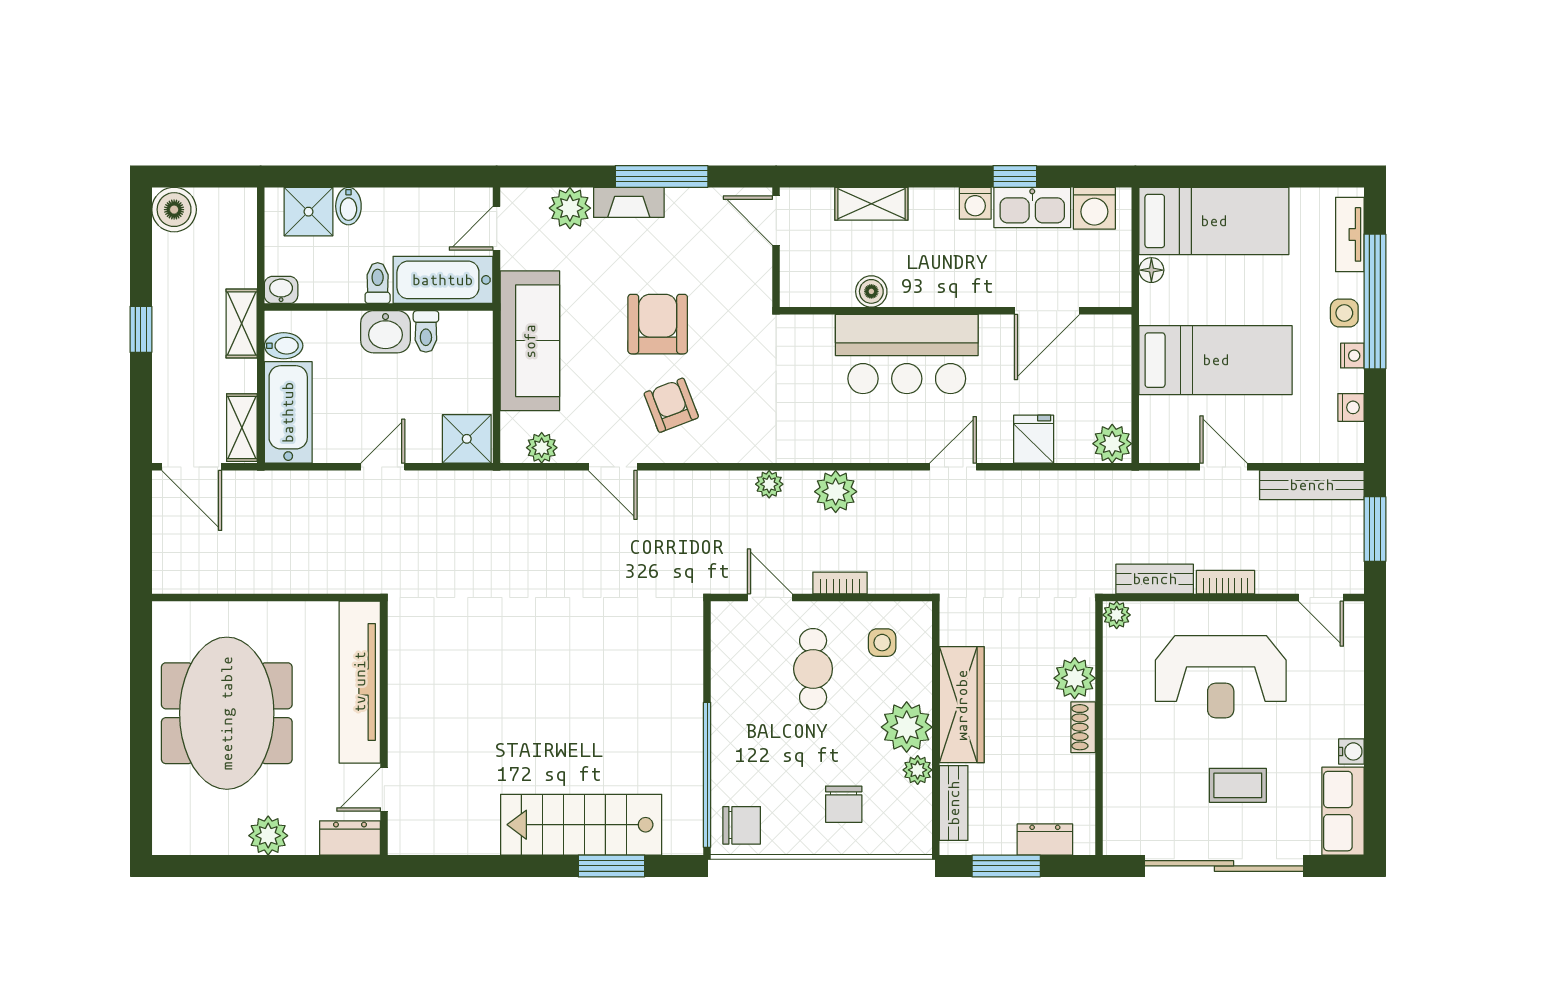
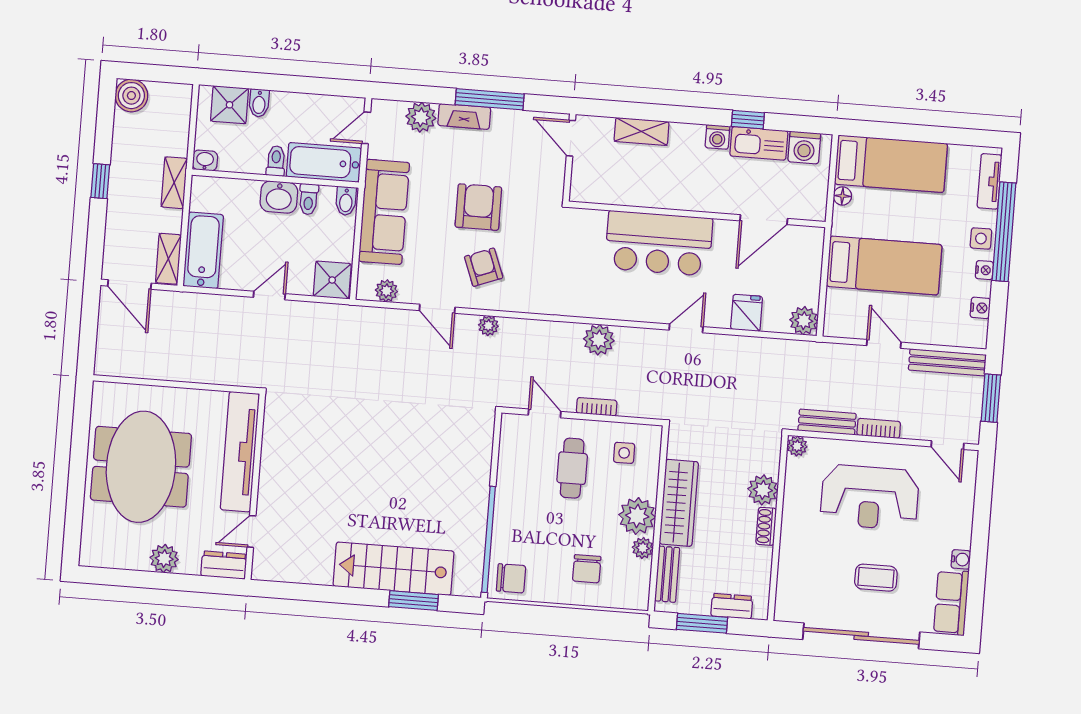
boiler: (871, 291) -> (636, 196), removed
bidet: (284, 346) -> (346, 201), moved, turned 90
plant: (769, 484) -> (488, 326), moved

